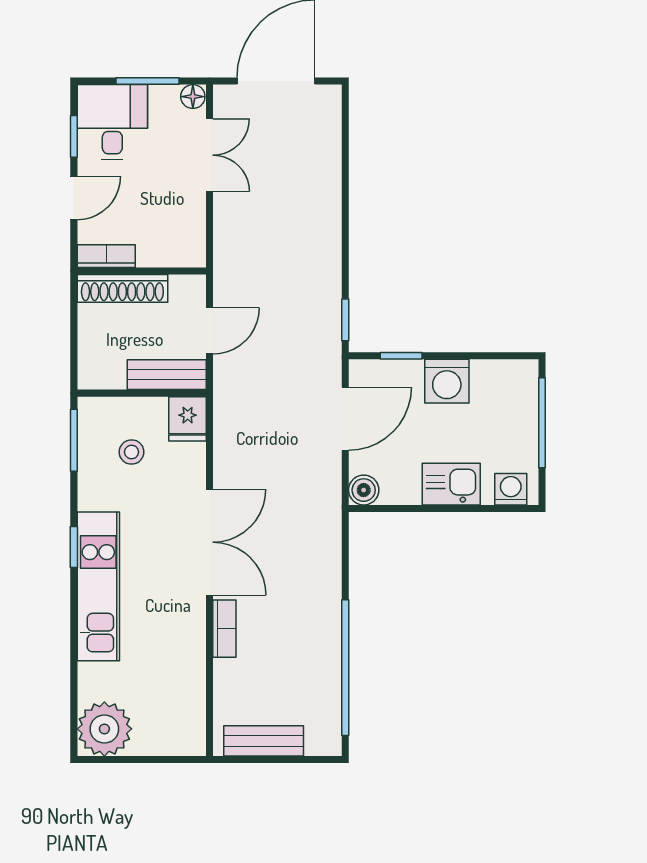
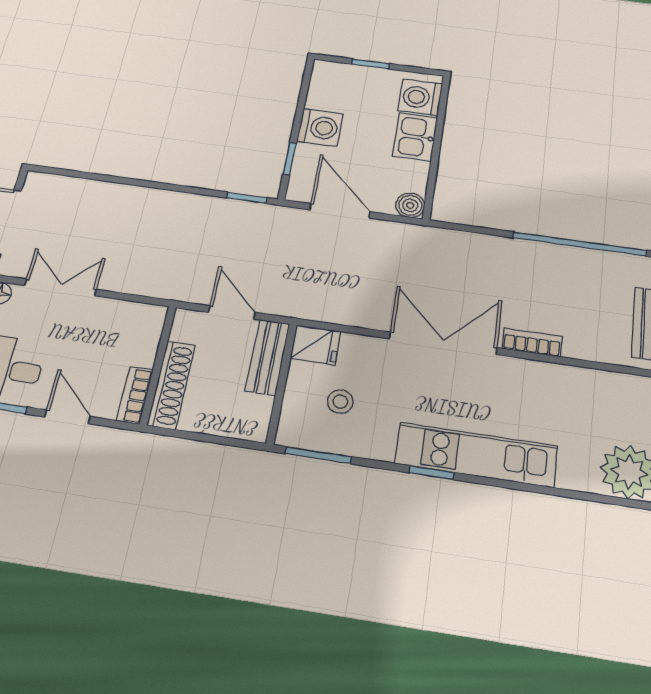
window: (542, 423) -> (371, 64), width x0.46
washing machine: (511, 489) -> (420, 97), width x1.38, depth x1.38

